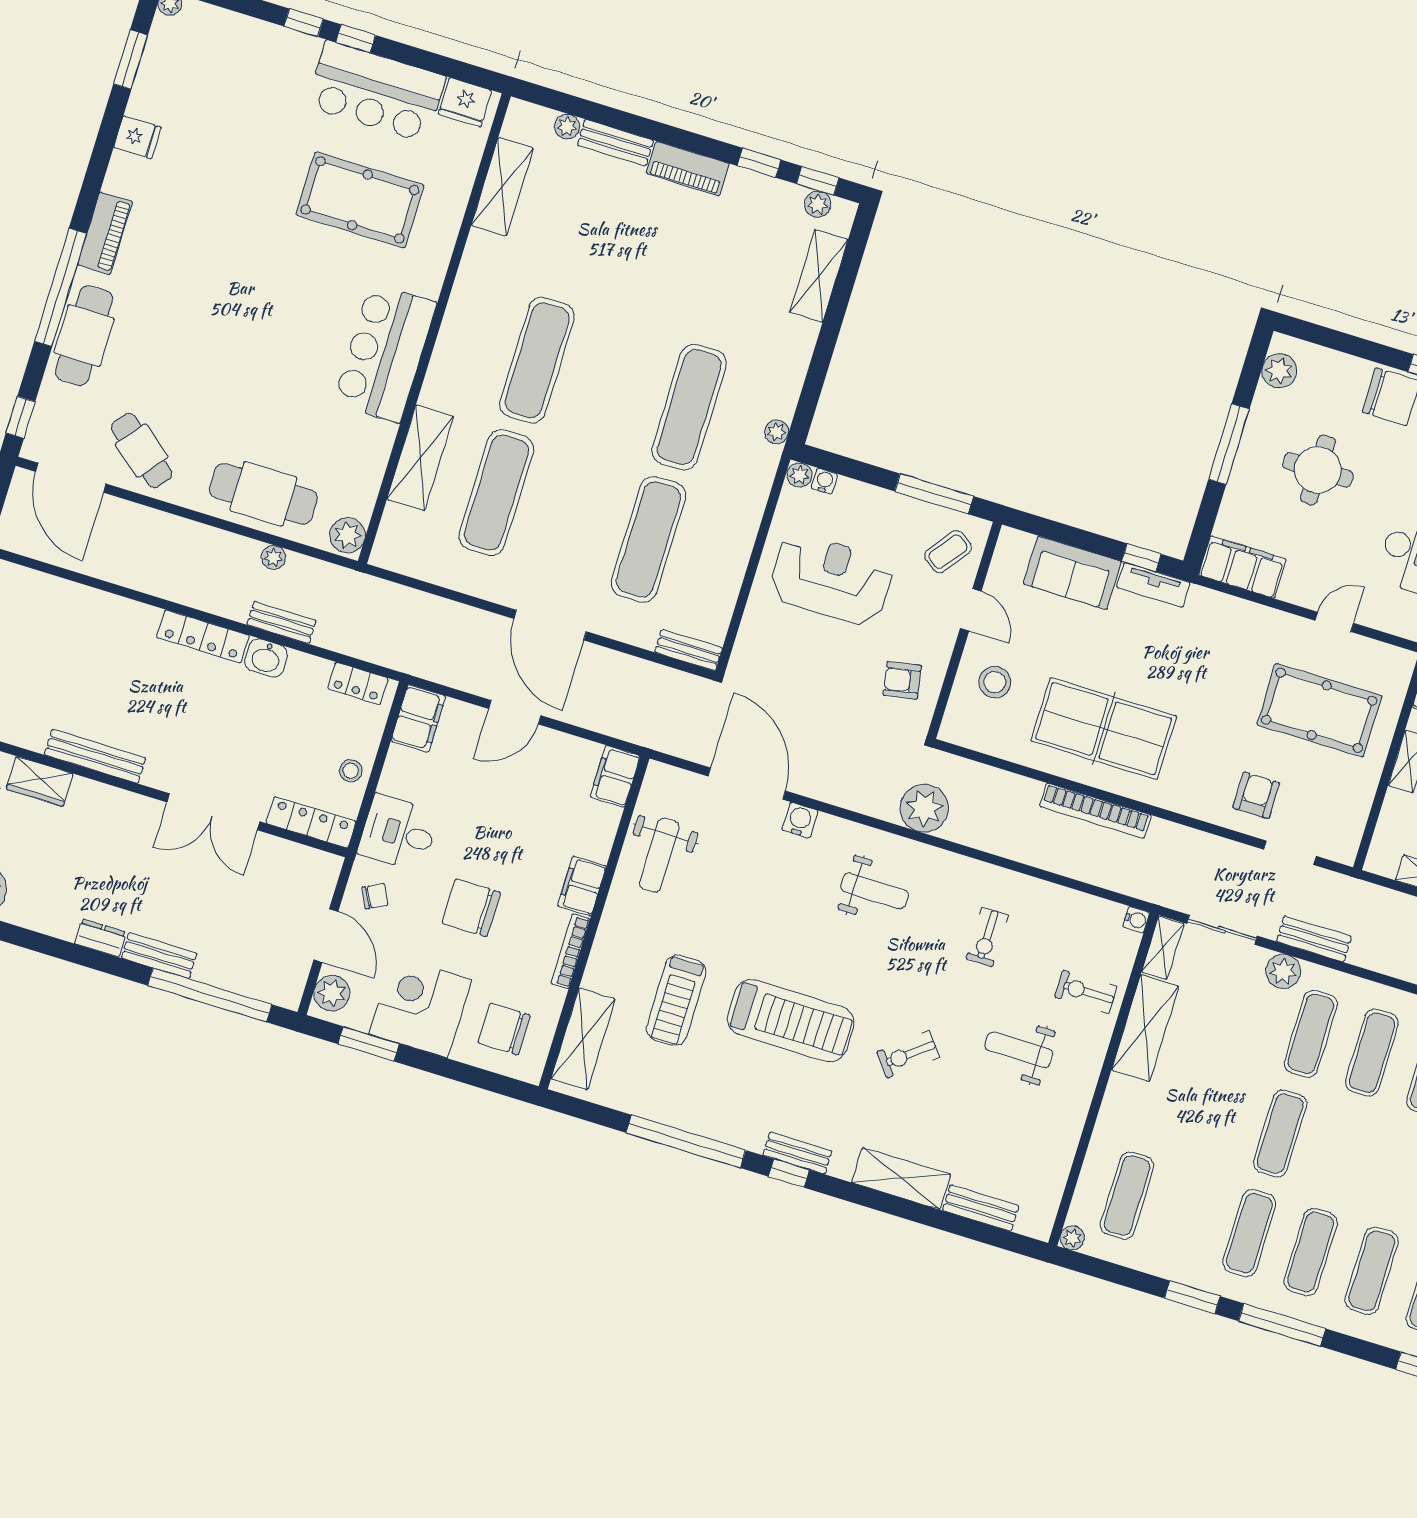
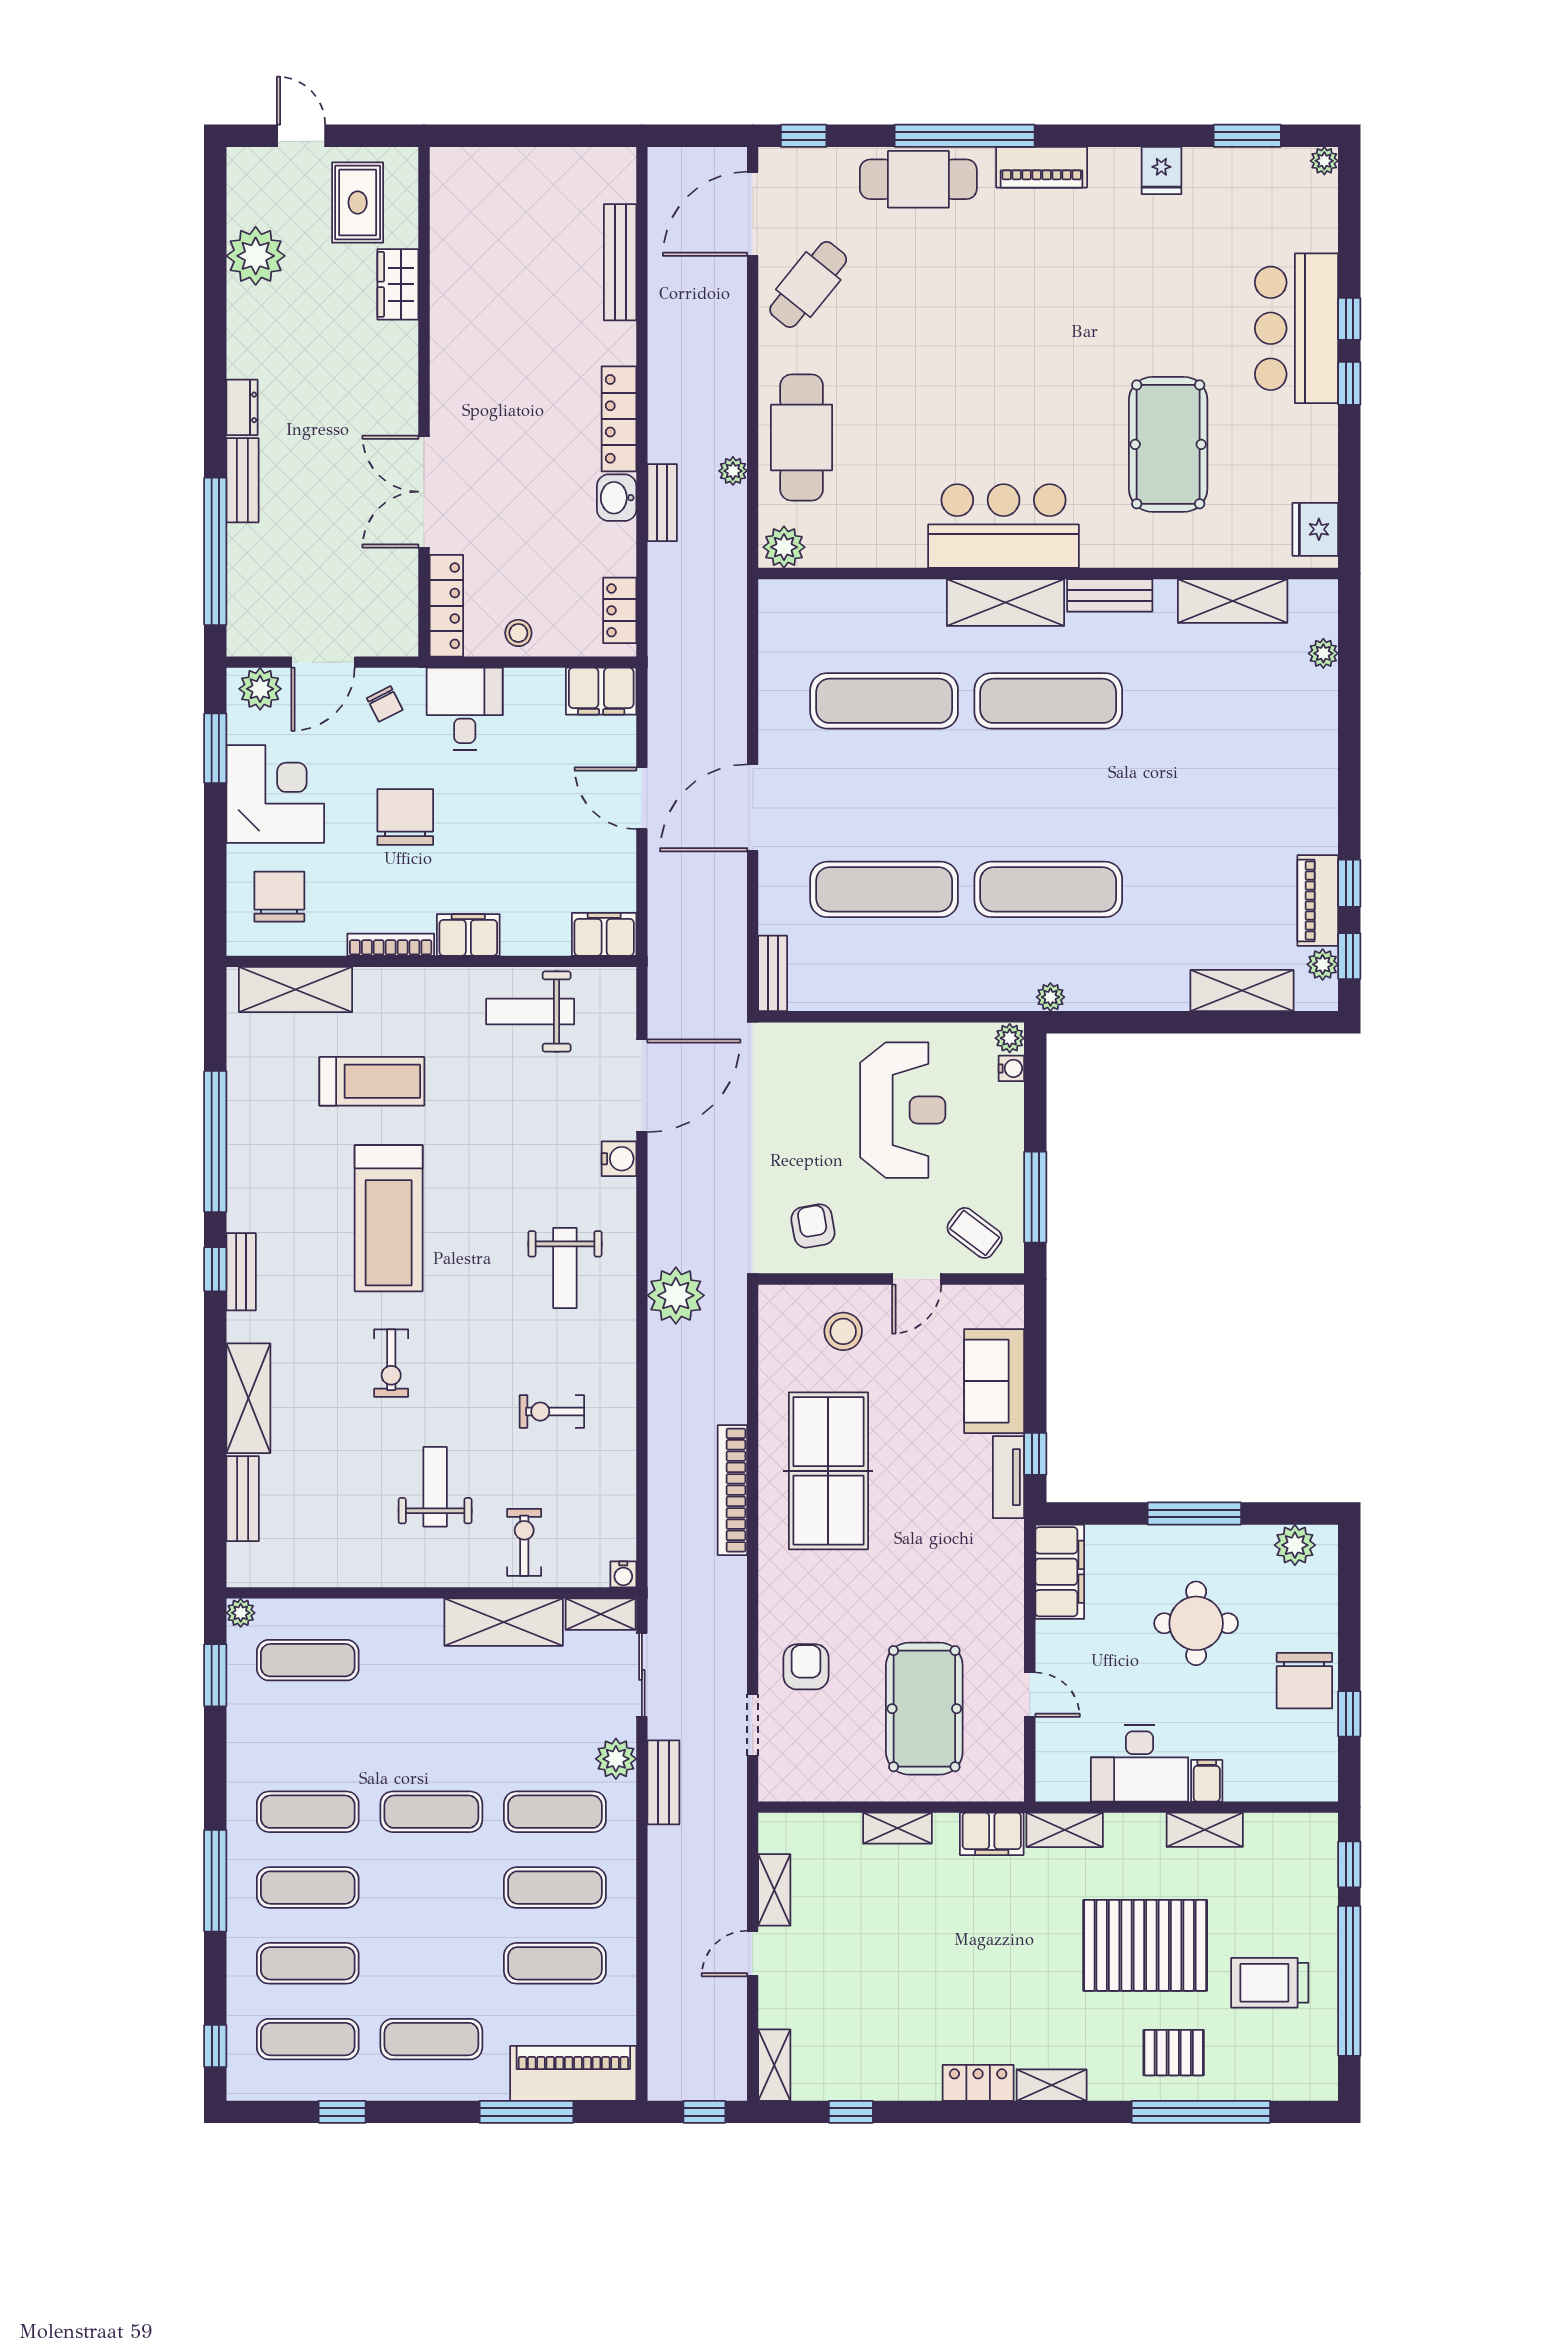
bar counter: (376, 91) -> (1297, 328), moved
bench: (615, 143) -> (1110, 595), moved, turned 90
piano: (688, 169) -> (1318, 901), moved
shelving: (420, 458) -> (1006, 603), moved
bench: (95, 756) -> (620, 262), moved
armchair: (1256, 795) -> (806, 1667), turned -90
treadmill: (676, 1000) -> (372, 1081), turned 180
exercise bike: (908, 1055) -> (391, 1363), turned -141
window: (1192, 1297) -> (215, 1675), moved

